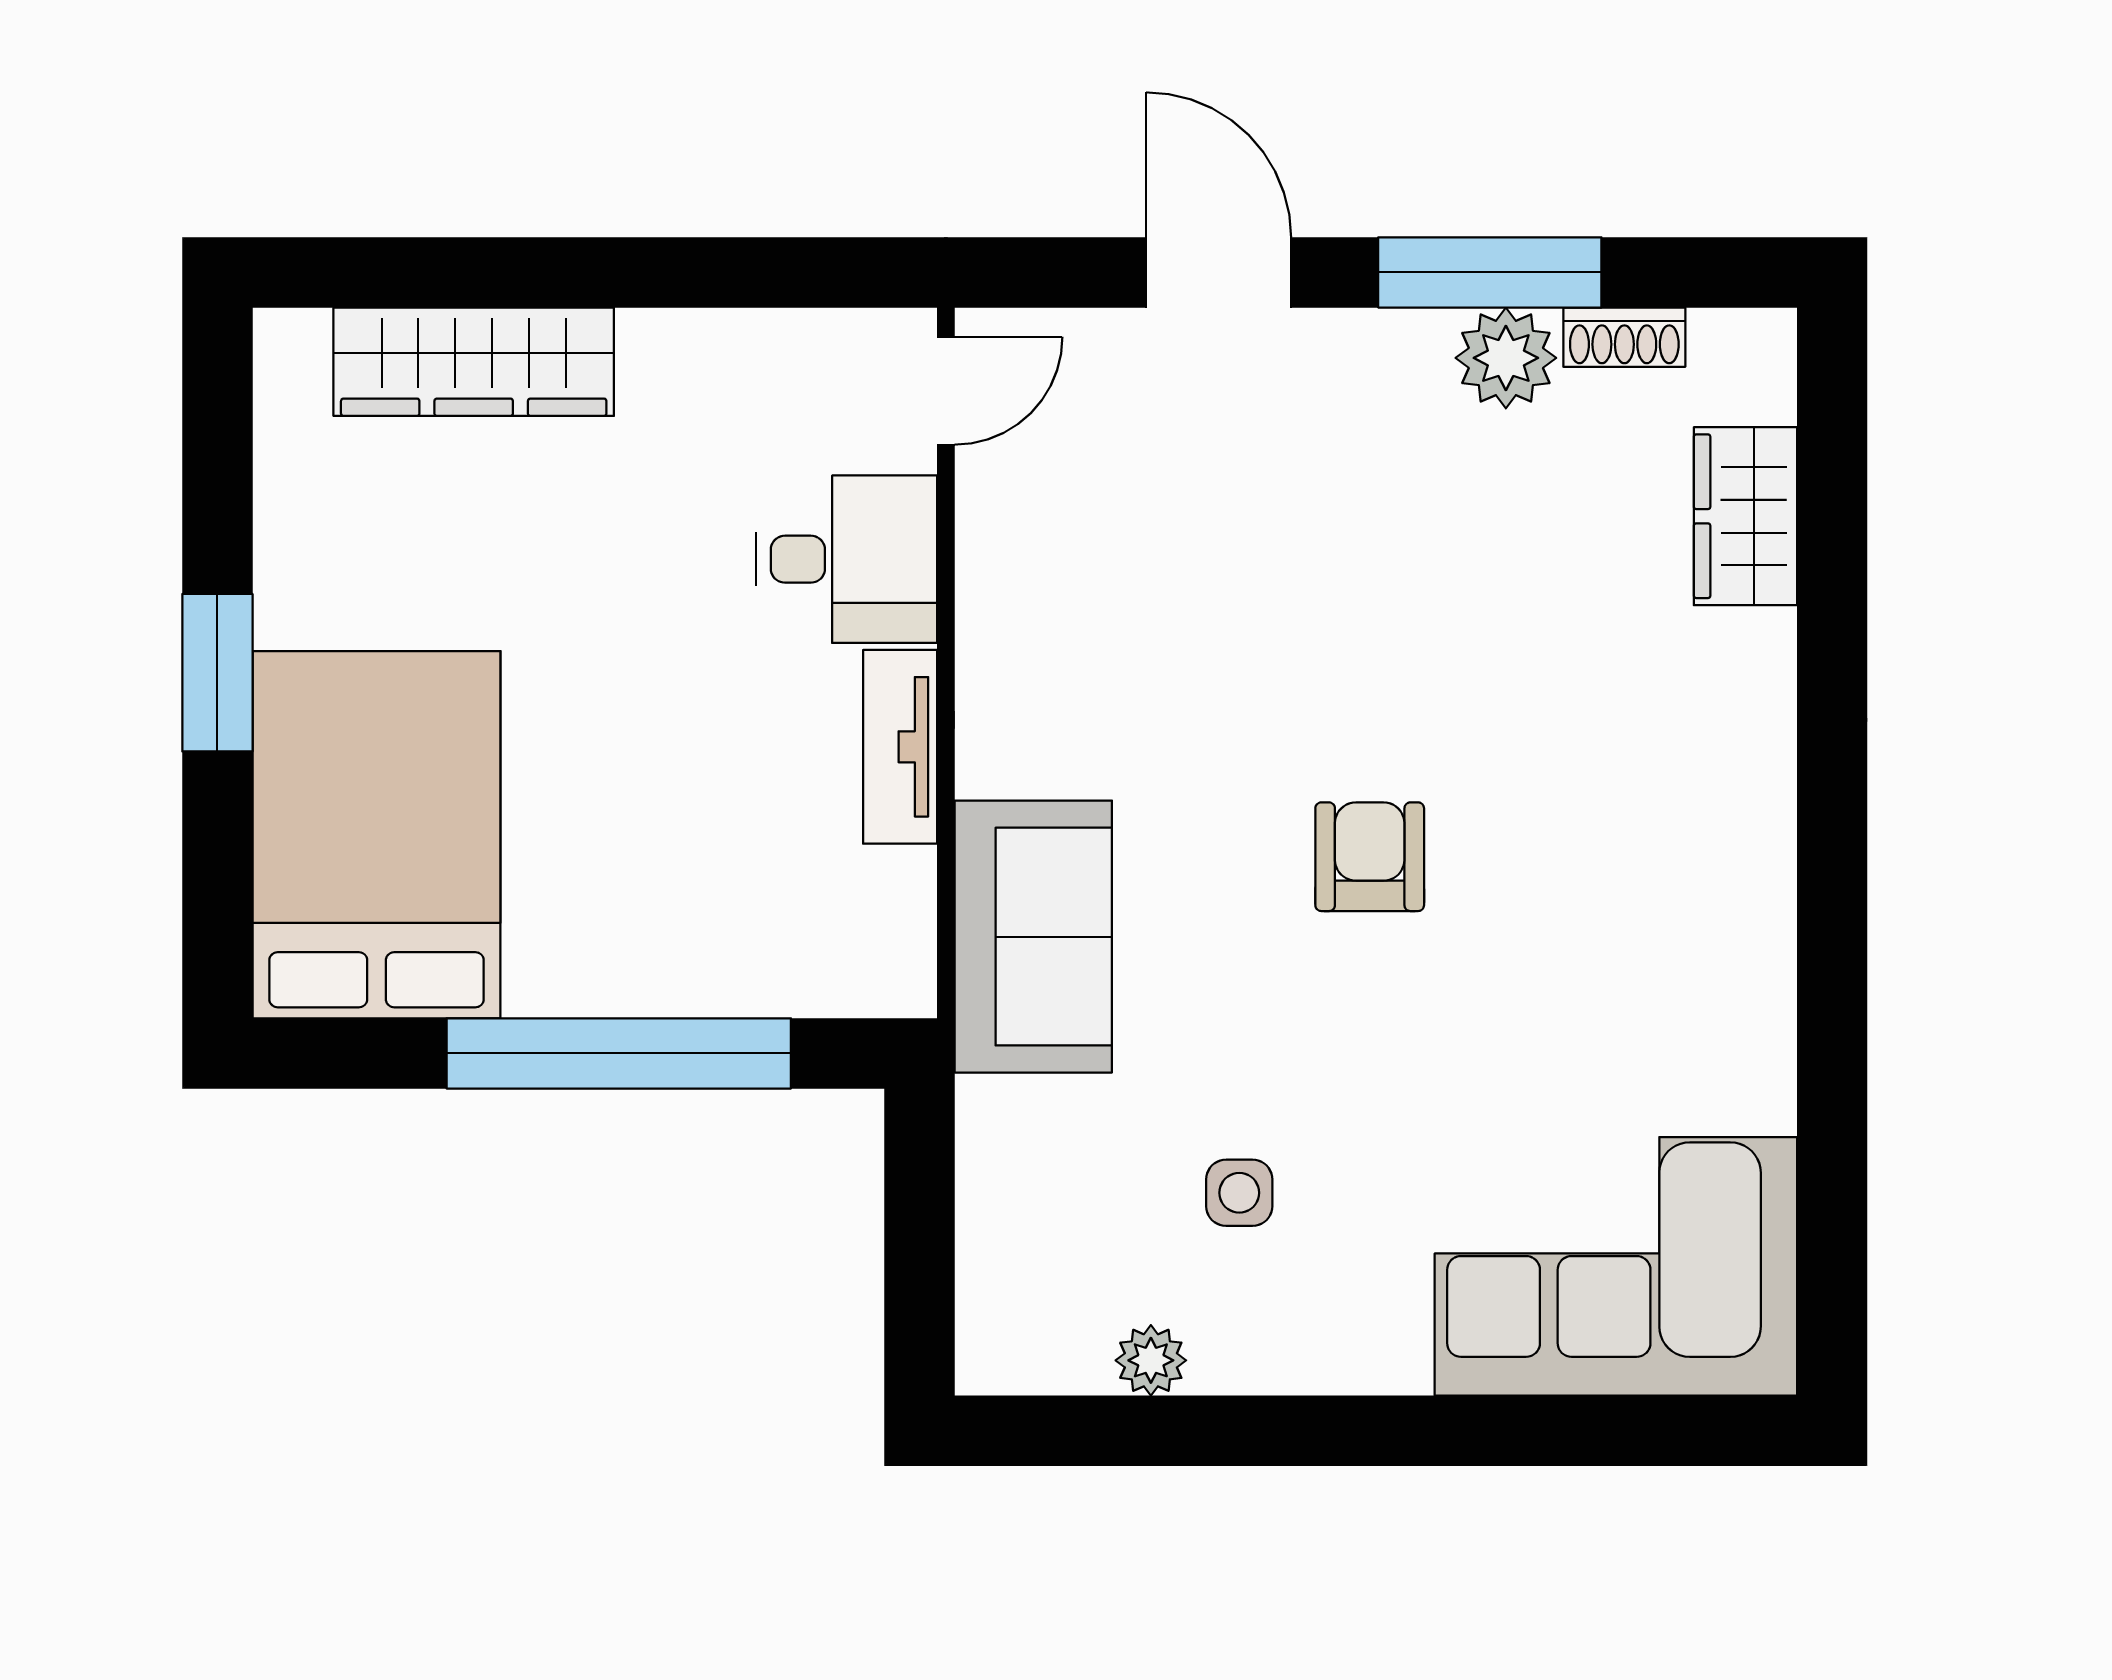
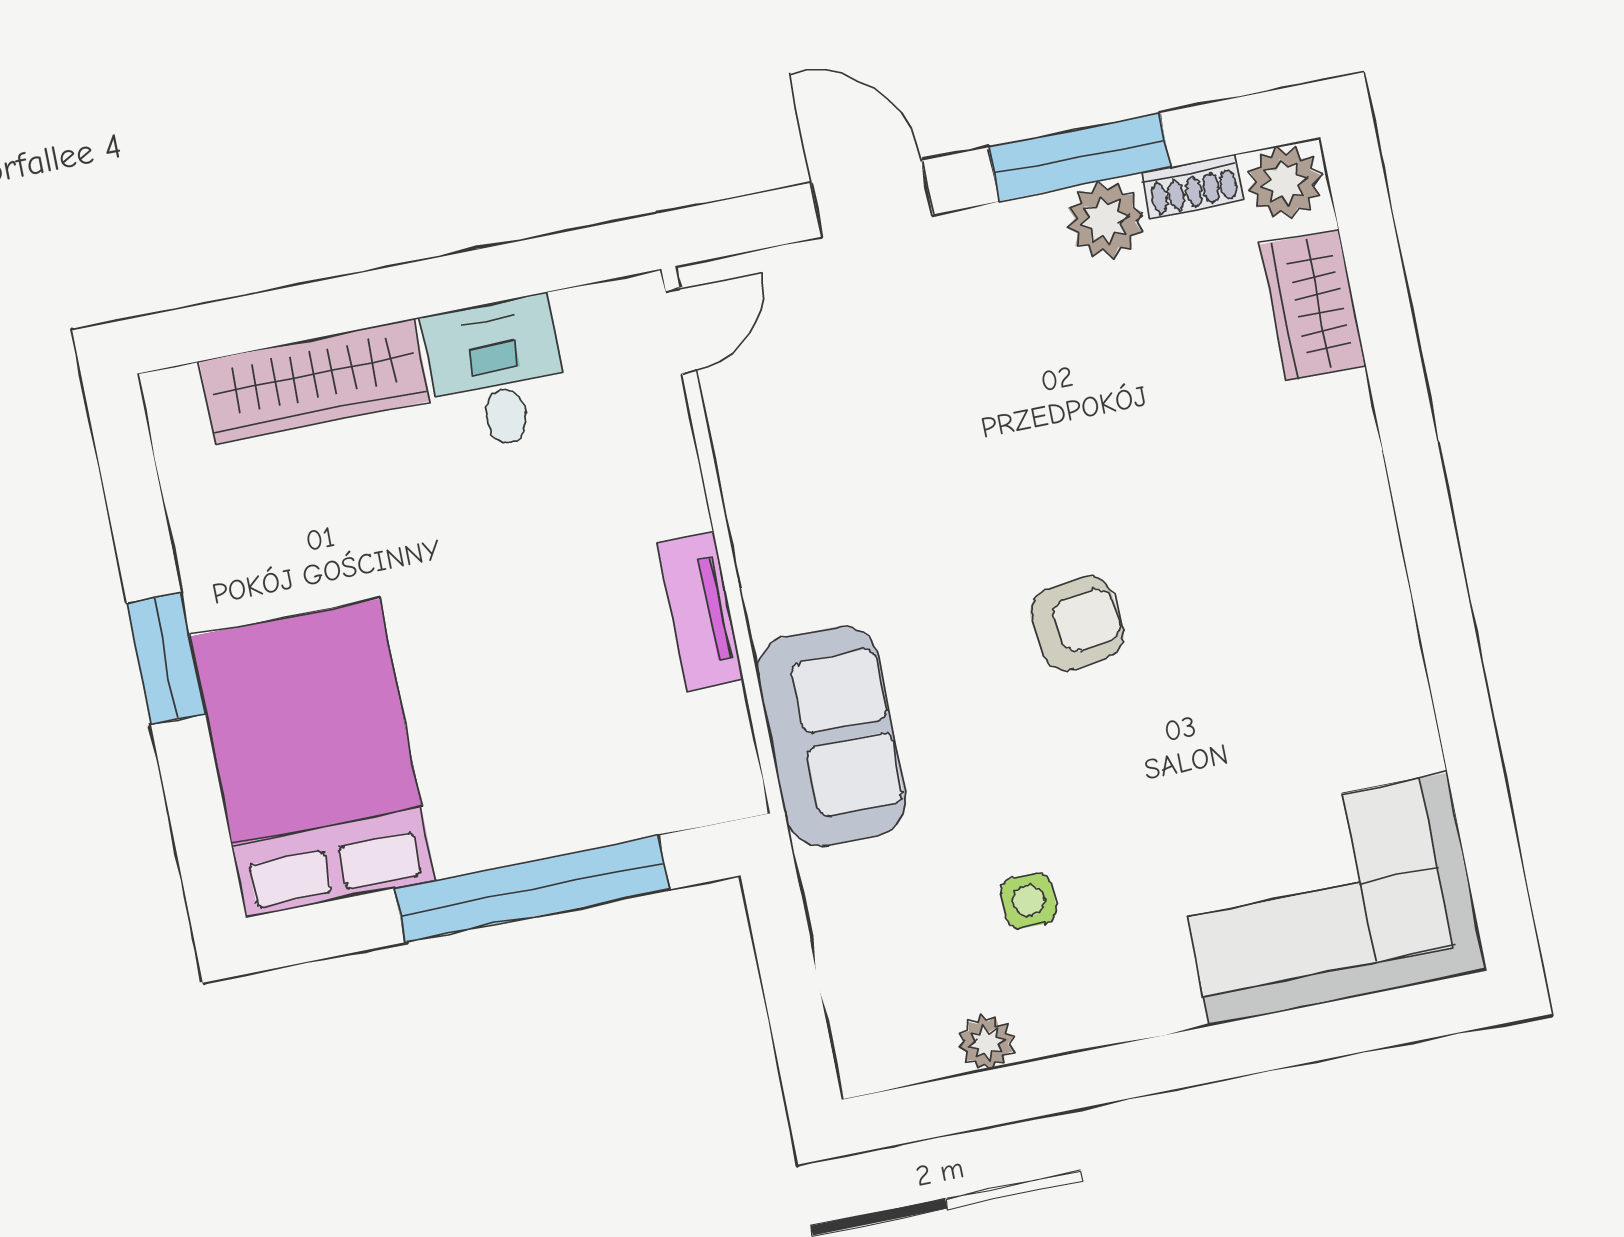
plant: (1740, 356) -> (1284, 182), added
desk: (847, 559) -> (497, 374), moved, turned -90
armchair: (1370, 857) -> (1077, 623), turned 83

